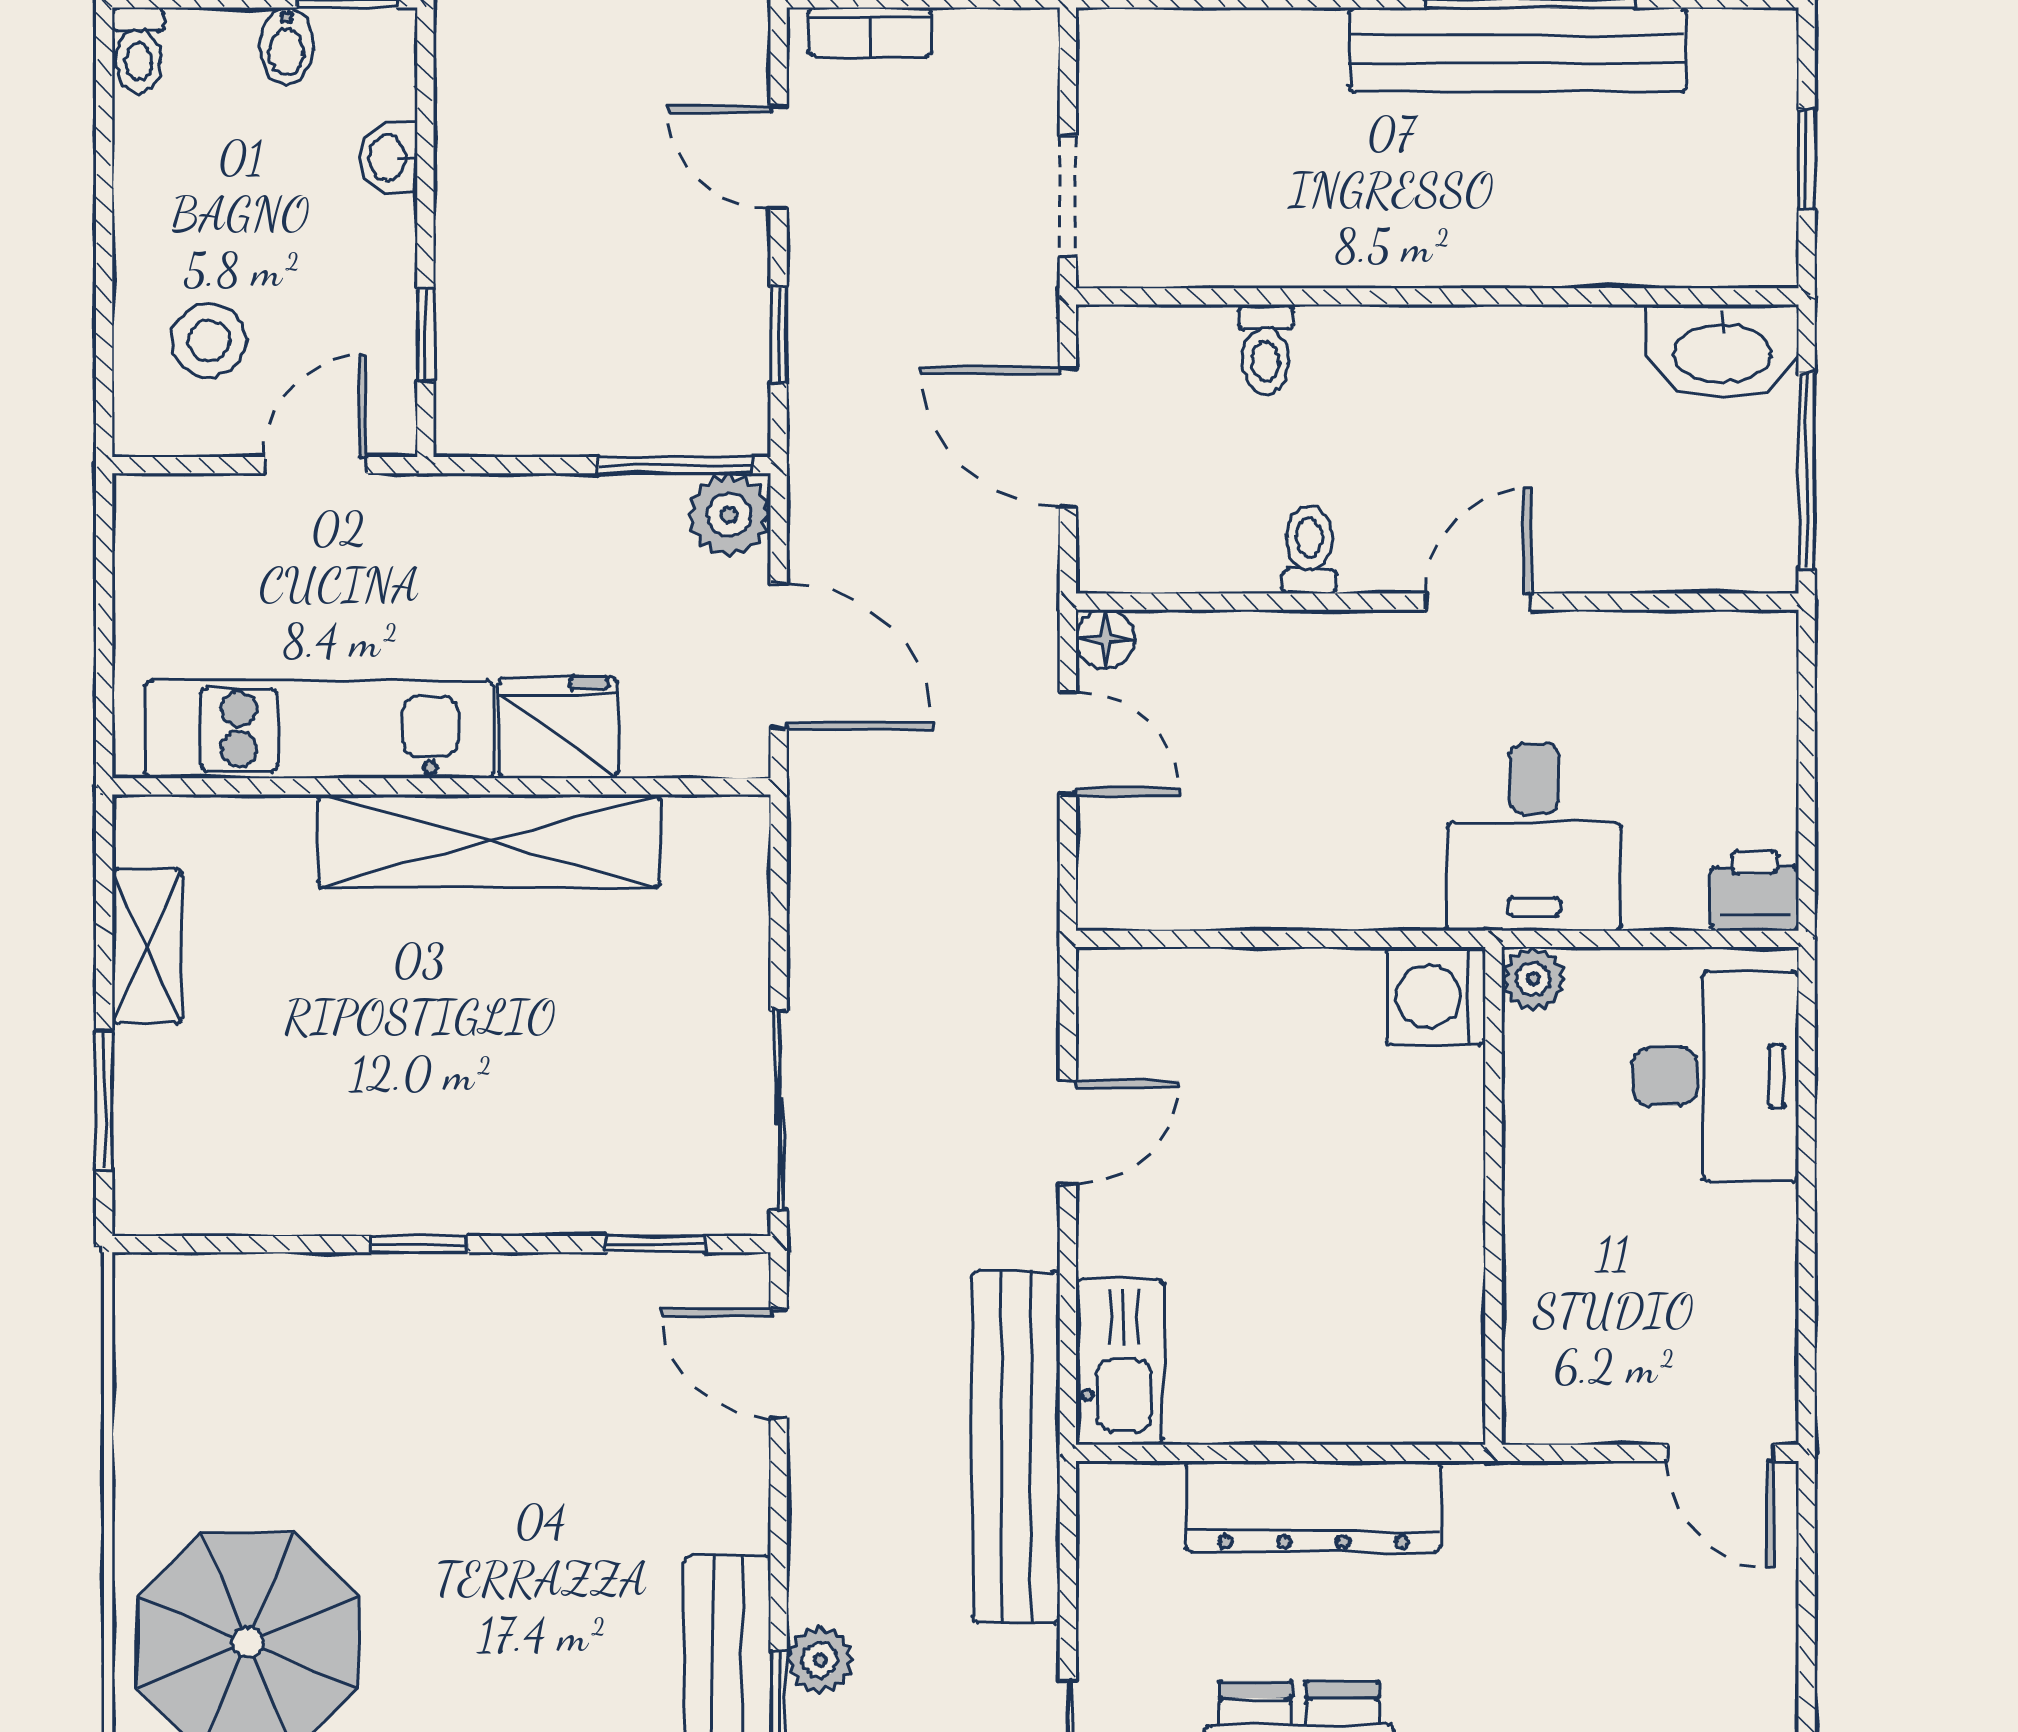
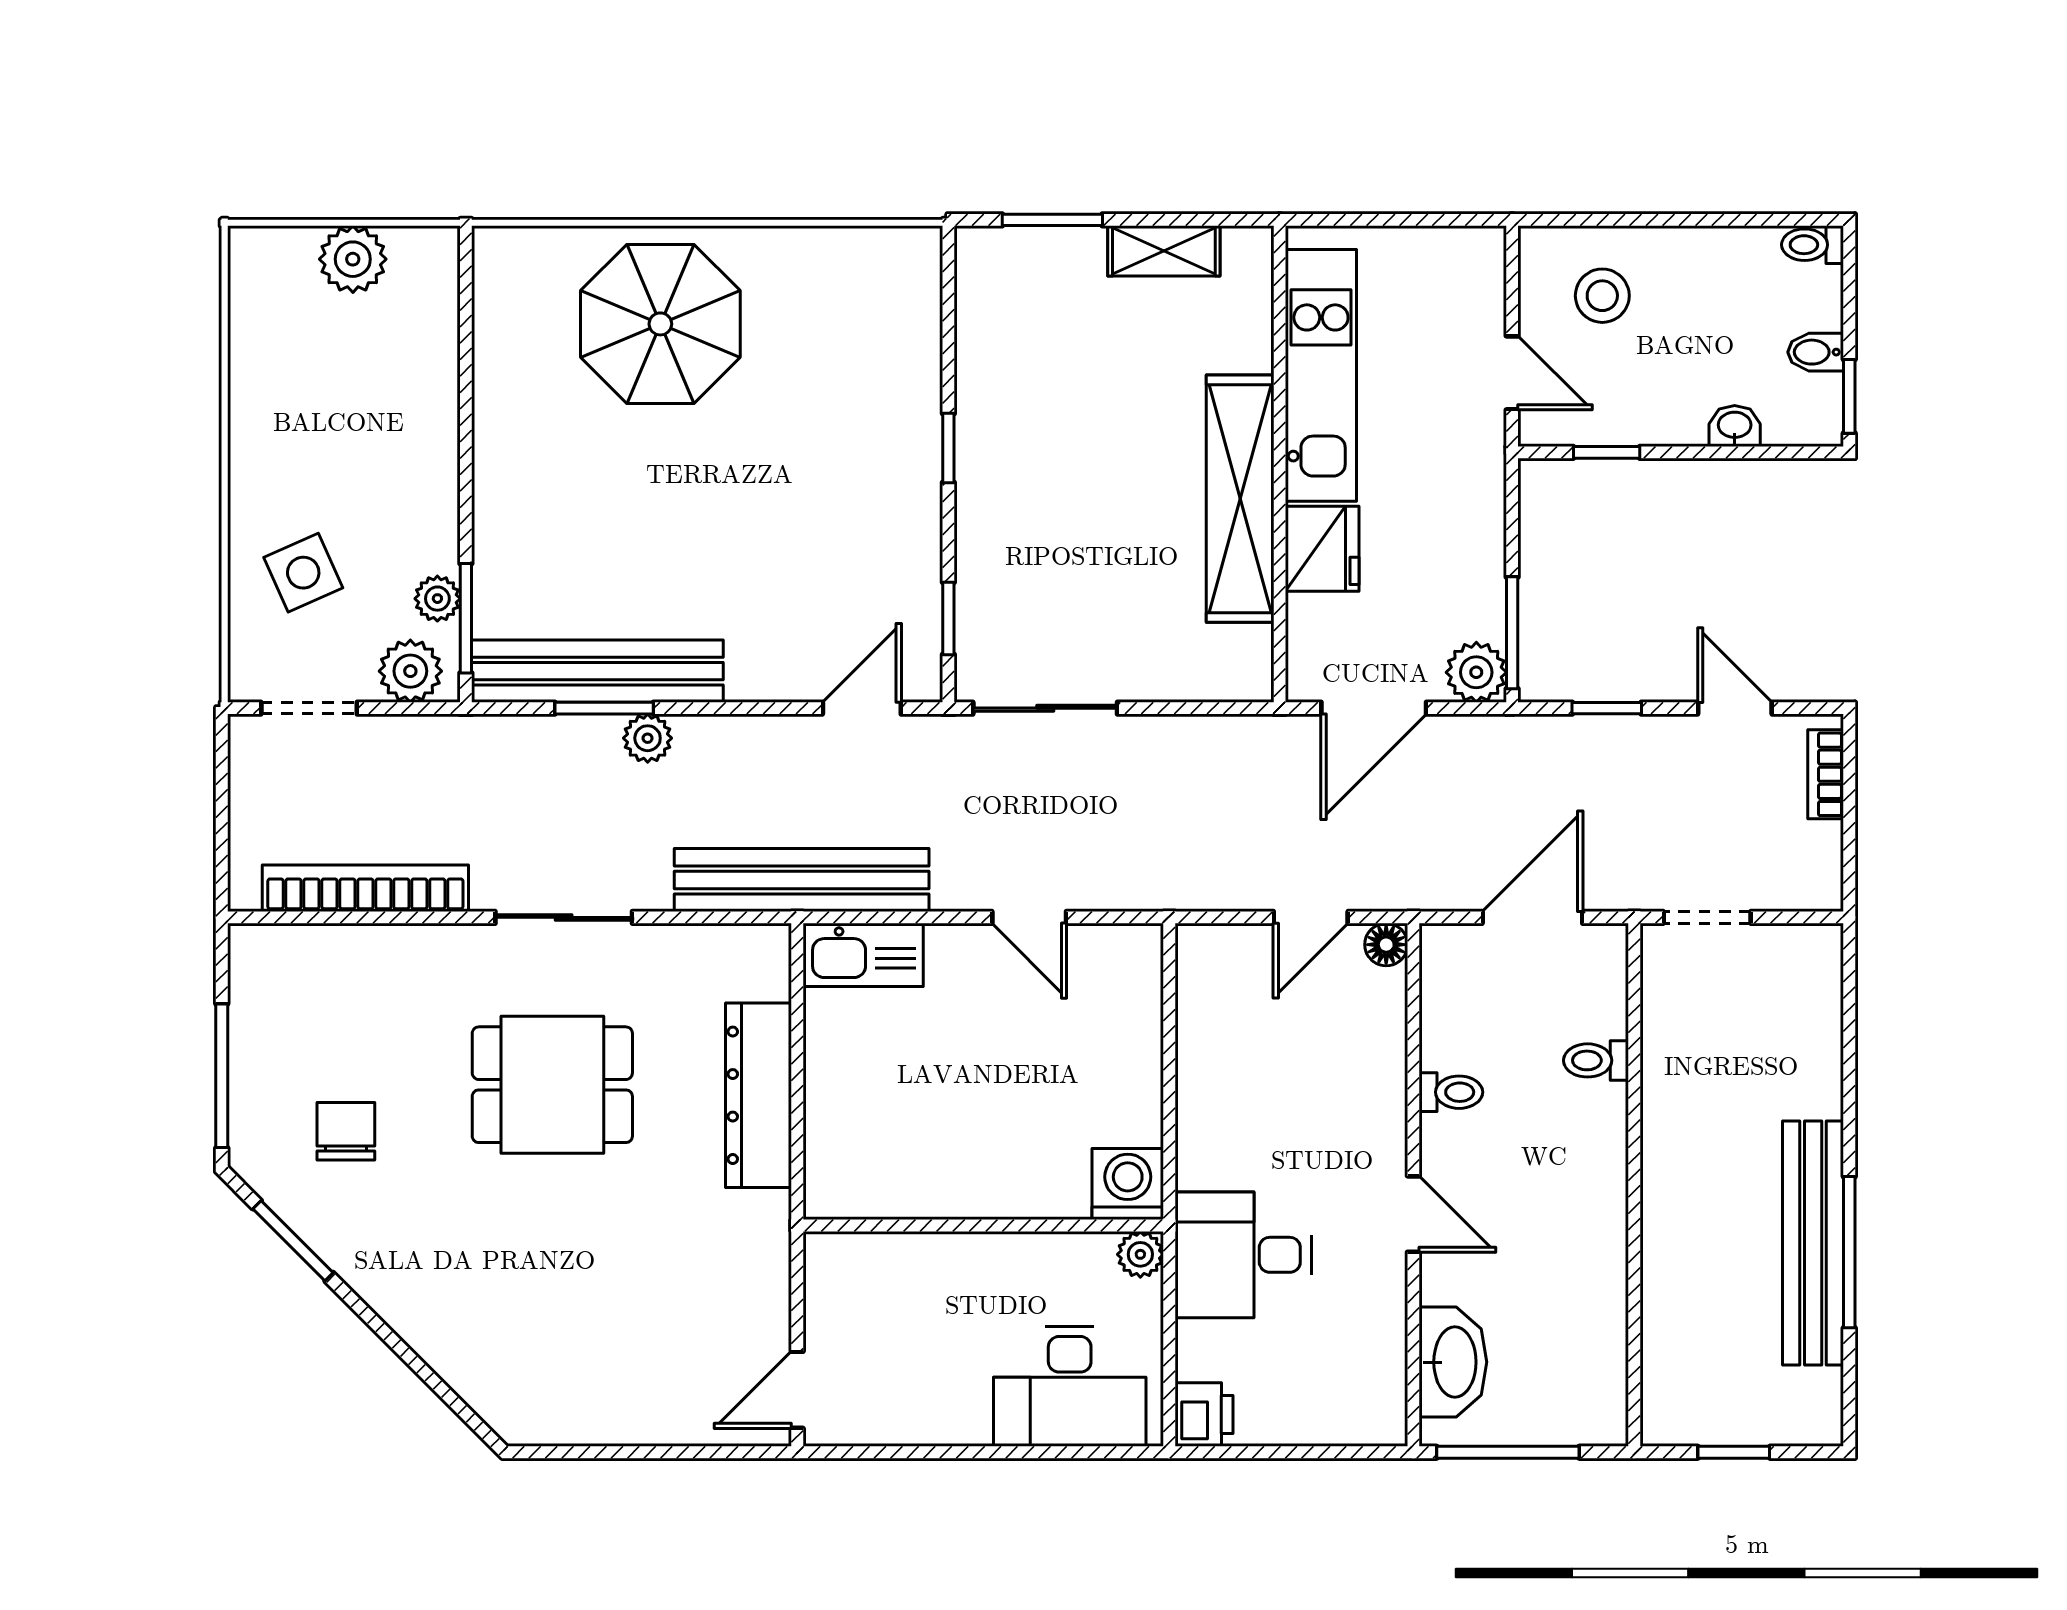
door: (779, 157) -> (1735, 708), hinge flipped
washbasin: (1722, 351) -> (1453, 1362), moved, turned 180

